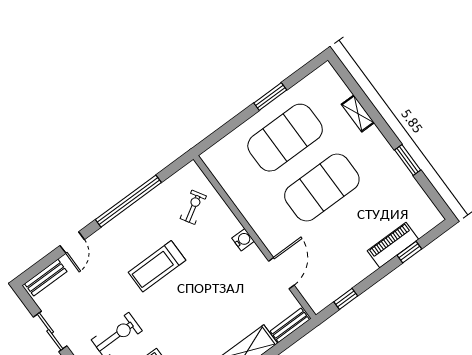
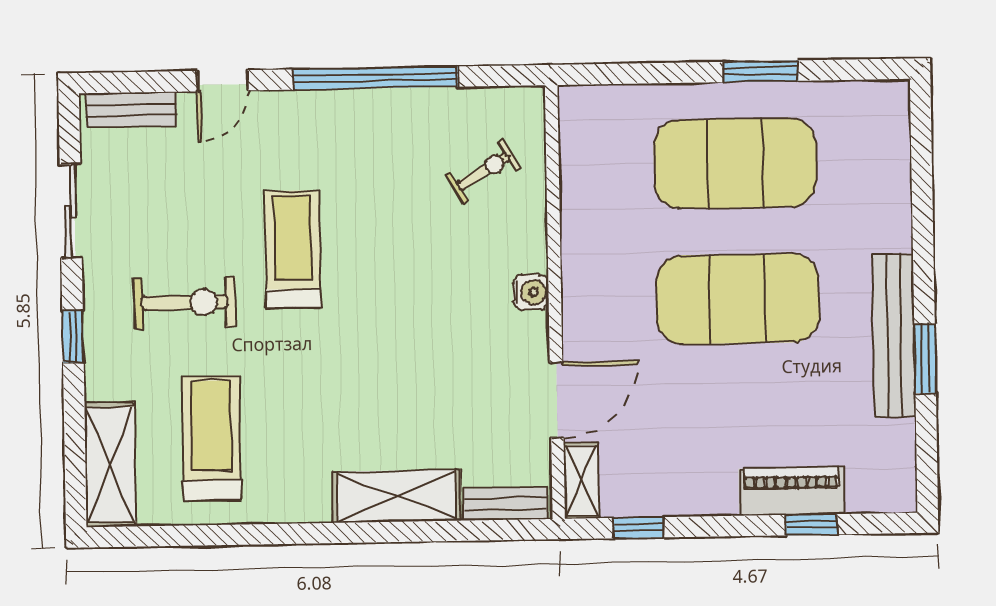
shelving: (358, 114) -> (581, 480), moved
bench: (390, 160) -> (894, 336), added
treadmill: (157, 266) -> (293, 249), moved, turned 90

